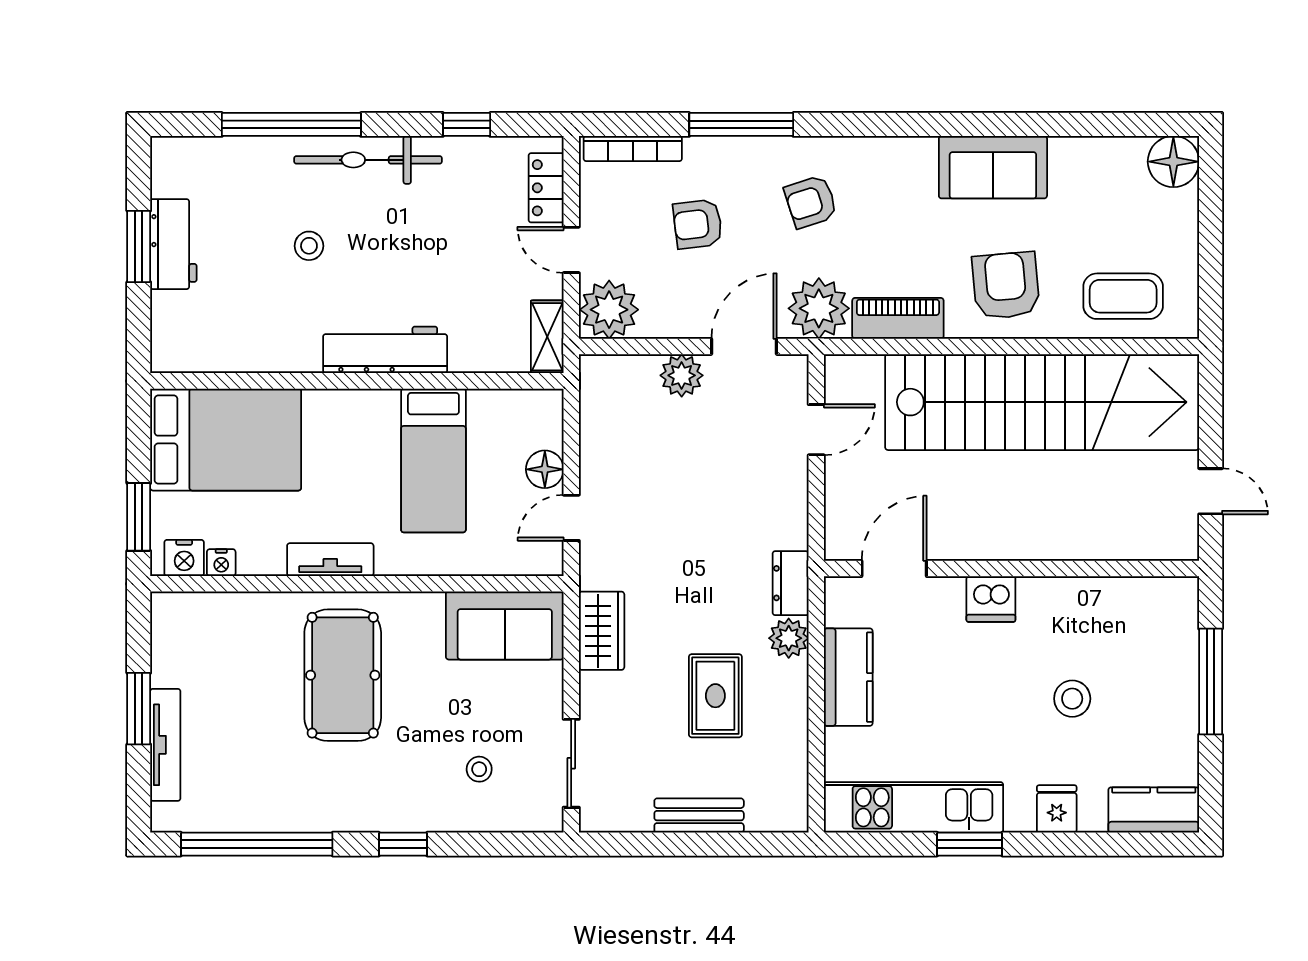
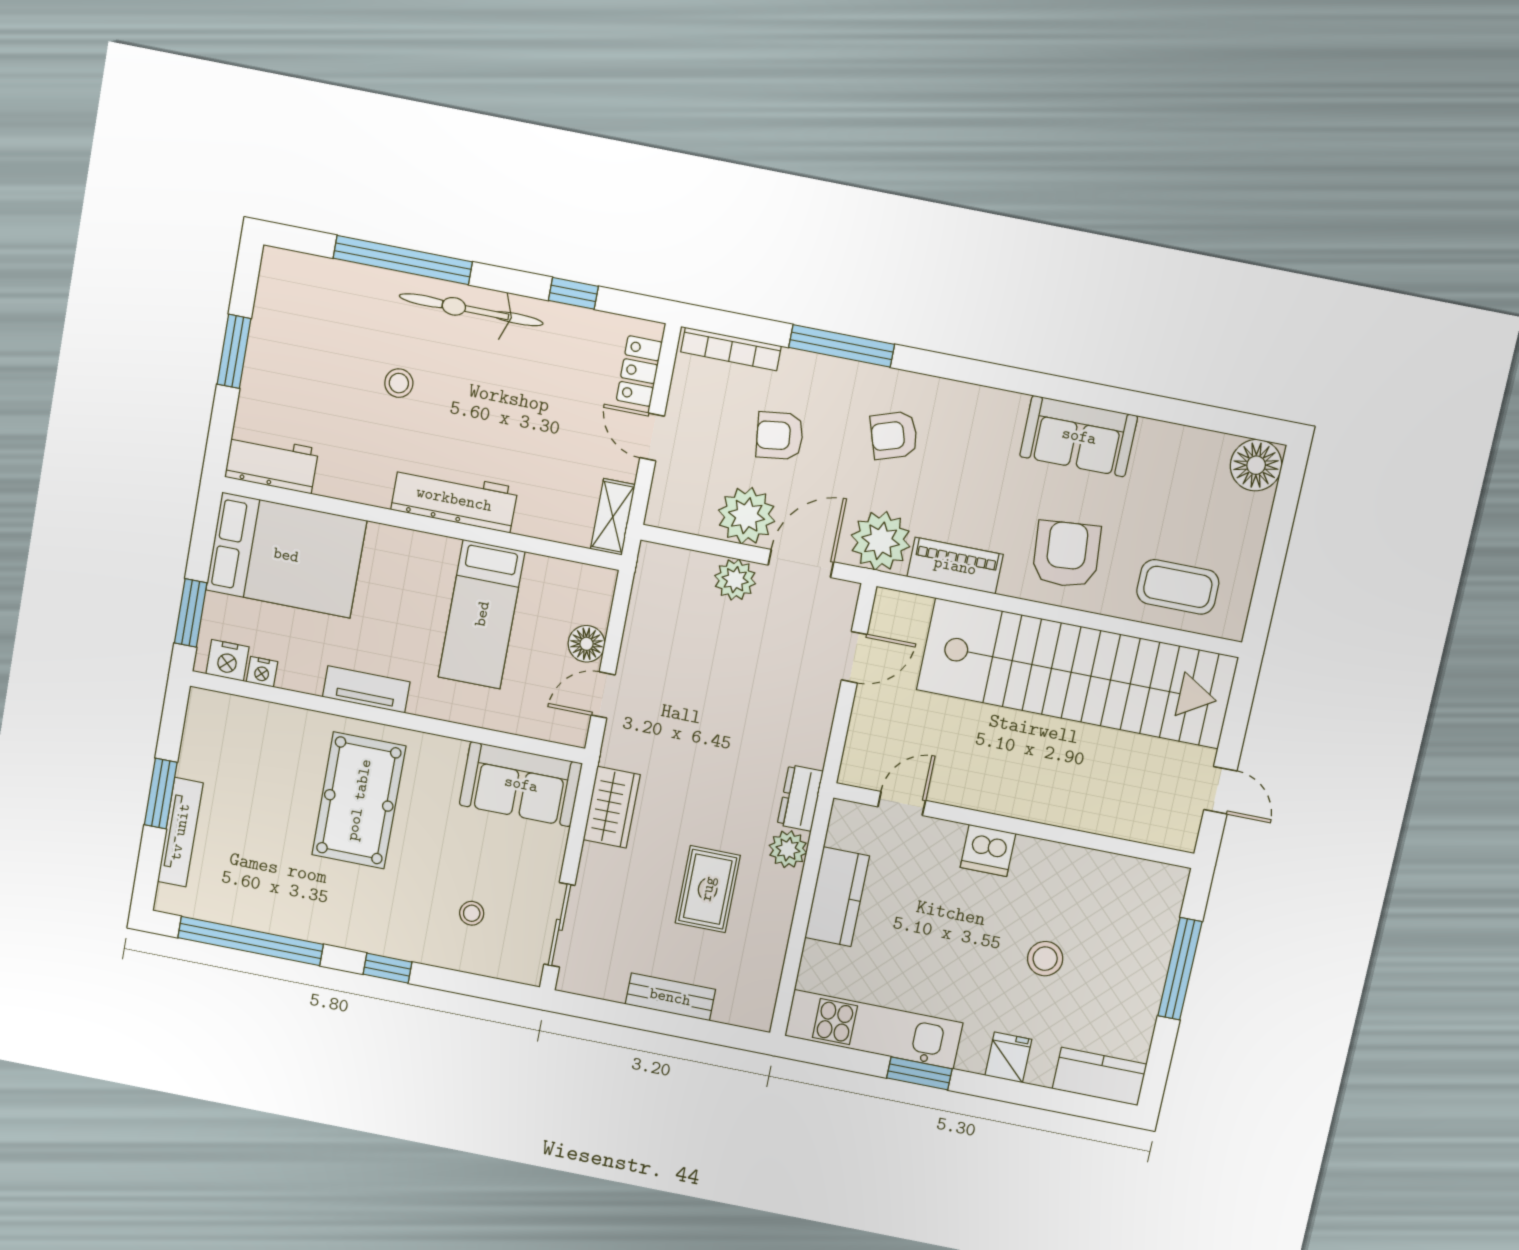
workbench: (173, 244) -> (272, 463), moved, turned -90
plant: (609, 310) -> (747, 516), moved
door: (894, 568) -> (902, 804), width x0.73

